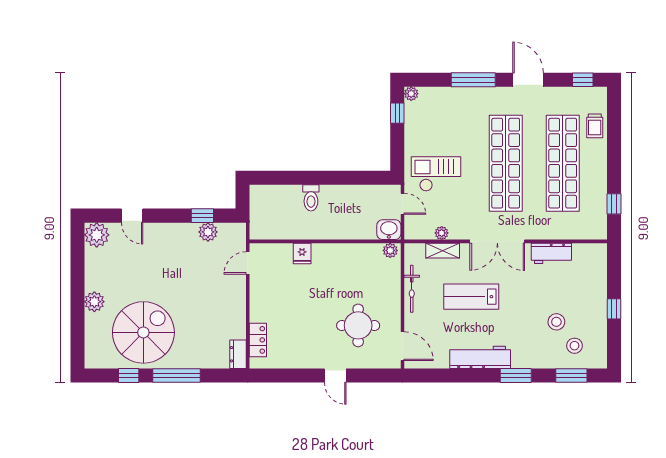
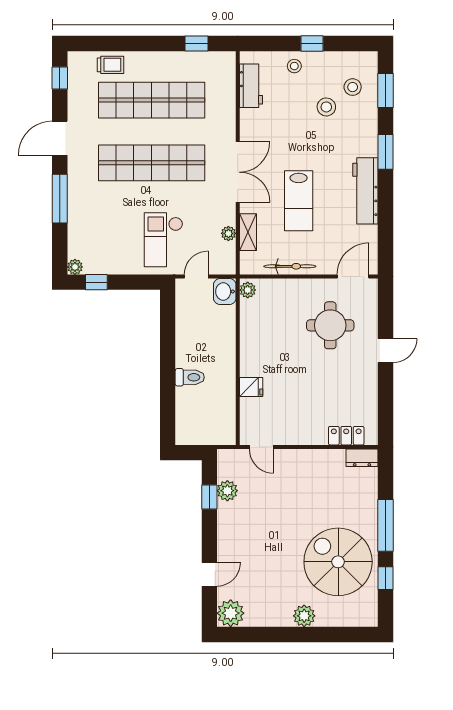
workbench: (551, 253) -> (251, 86), moved
stool: (594, 293) -> (294, 66), added

